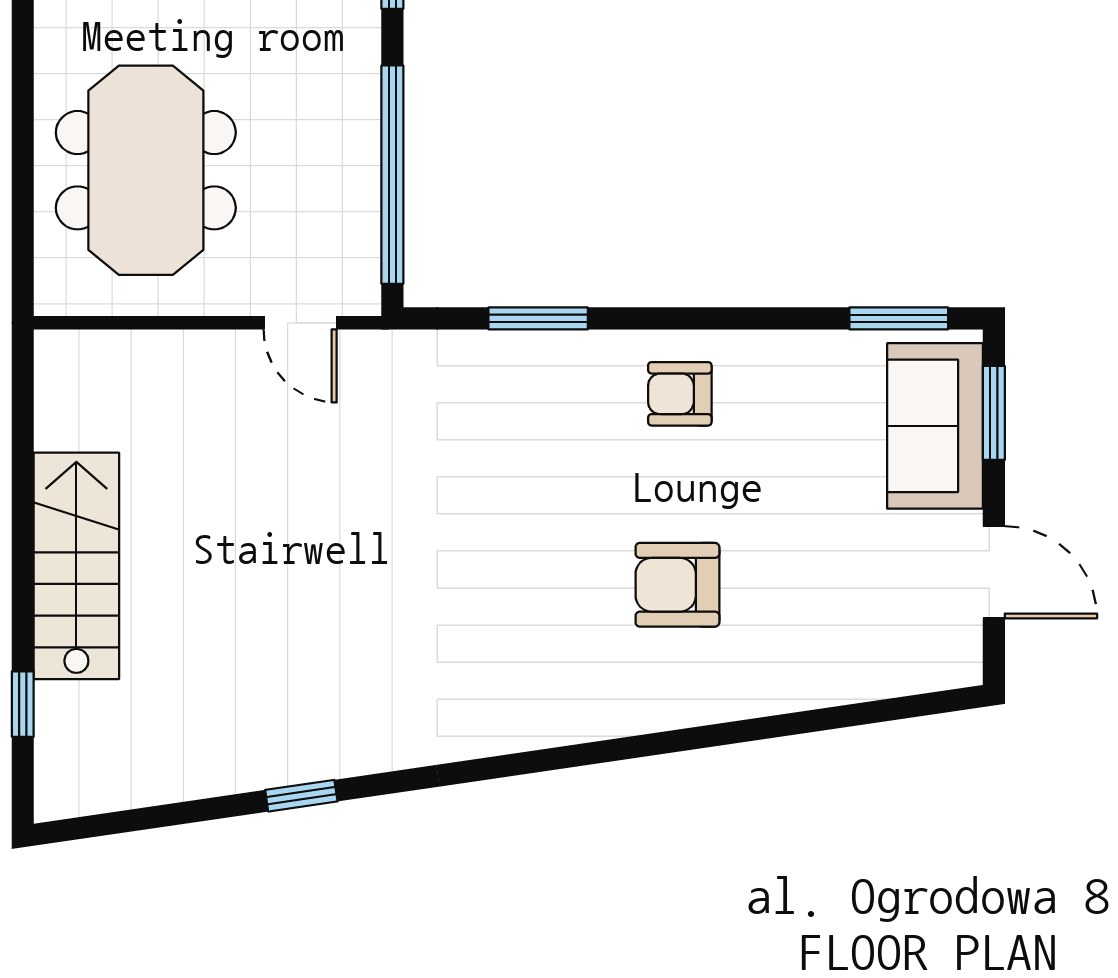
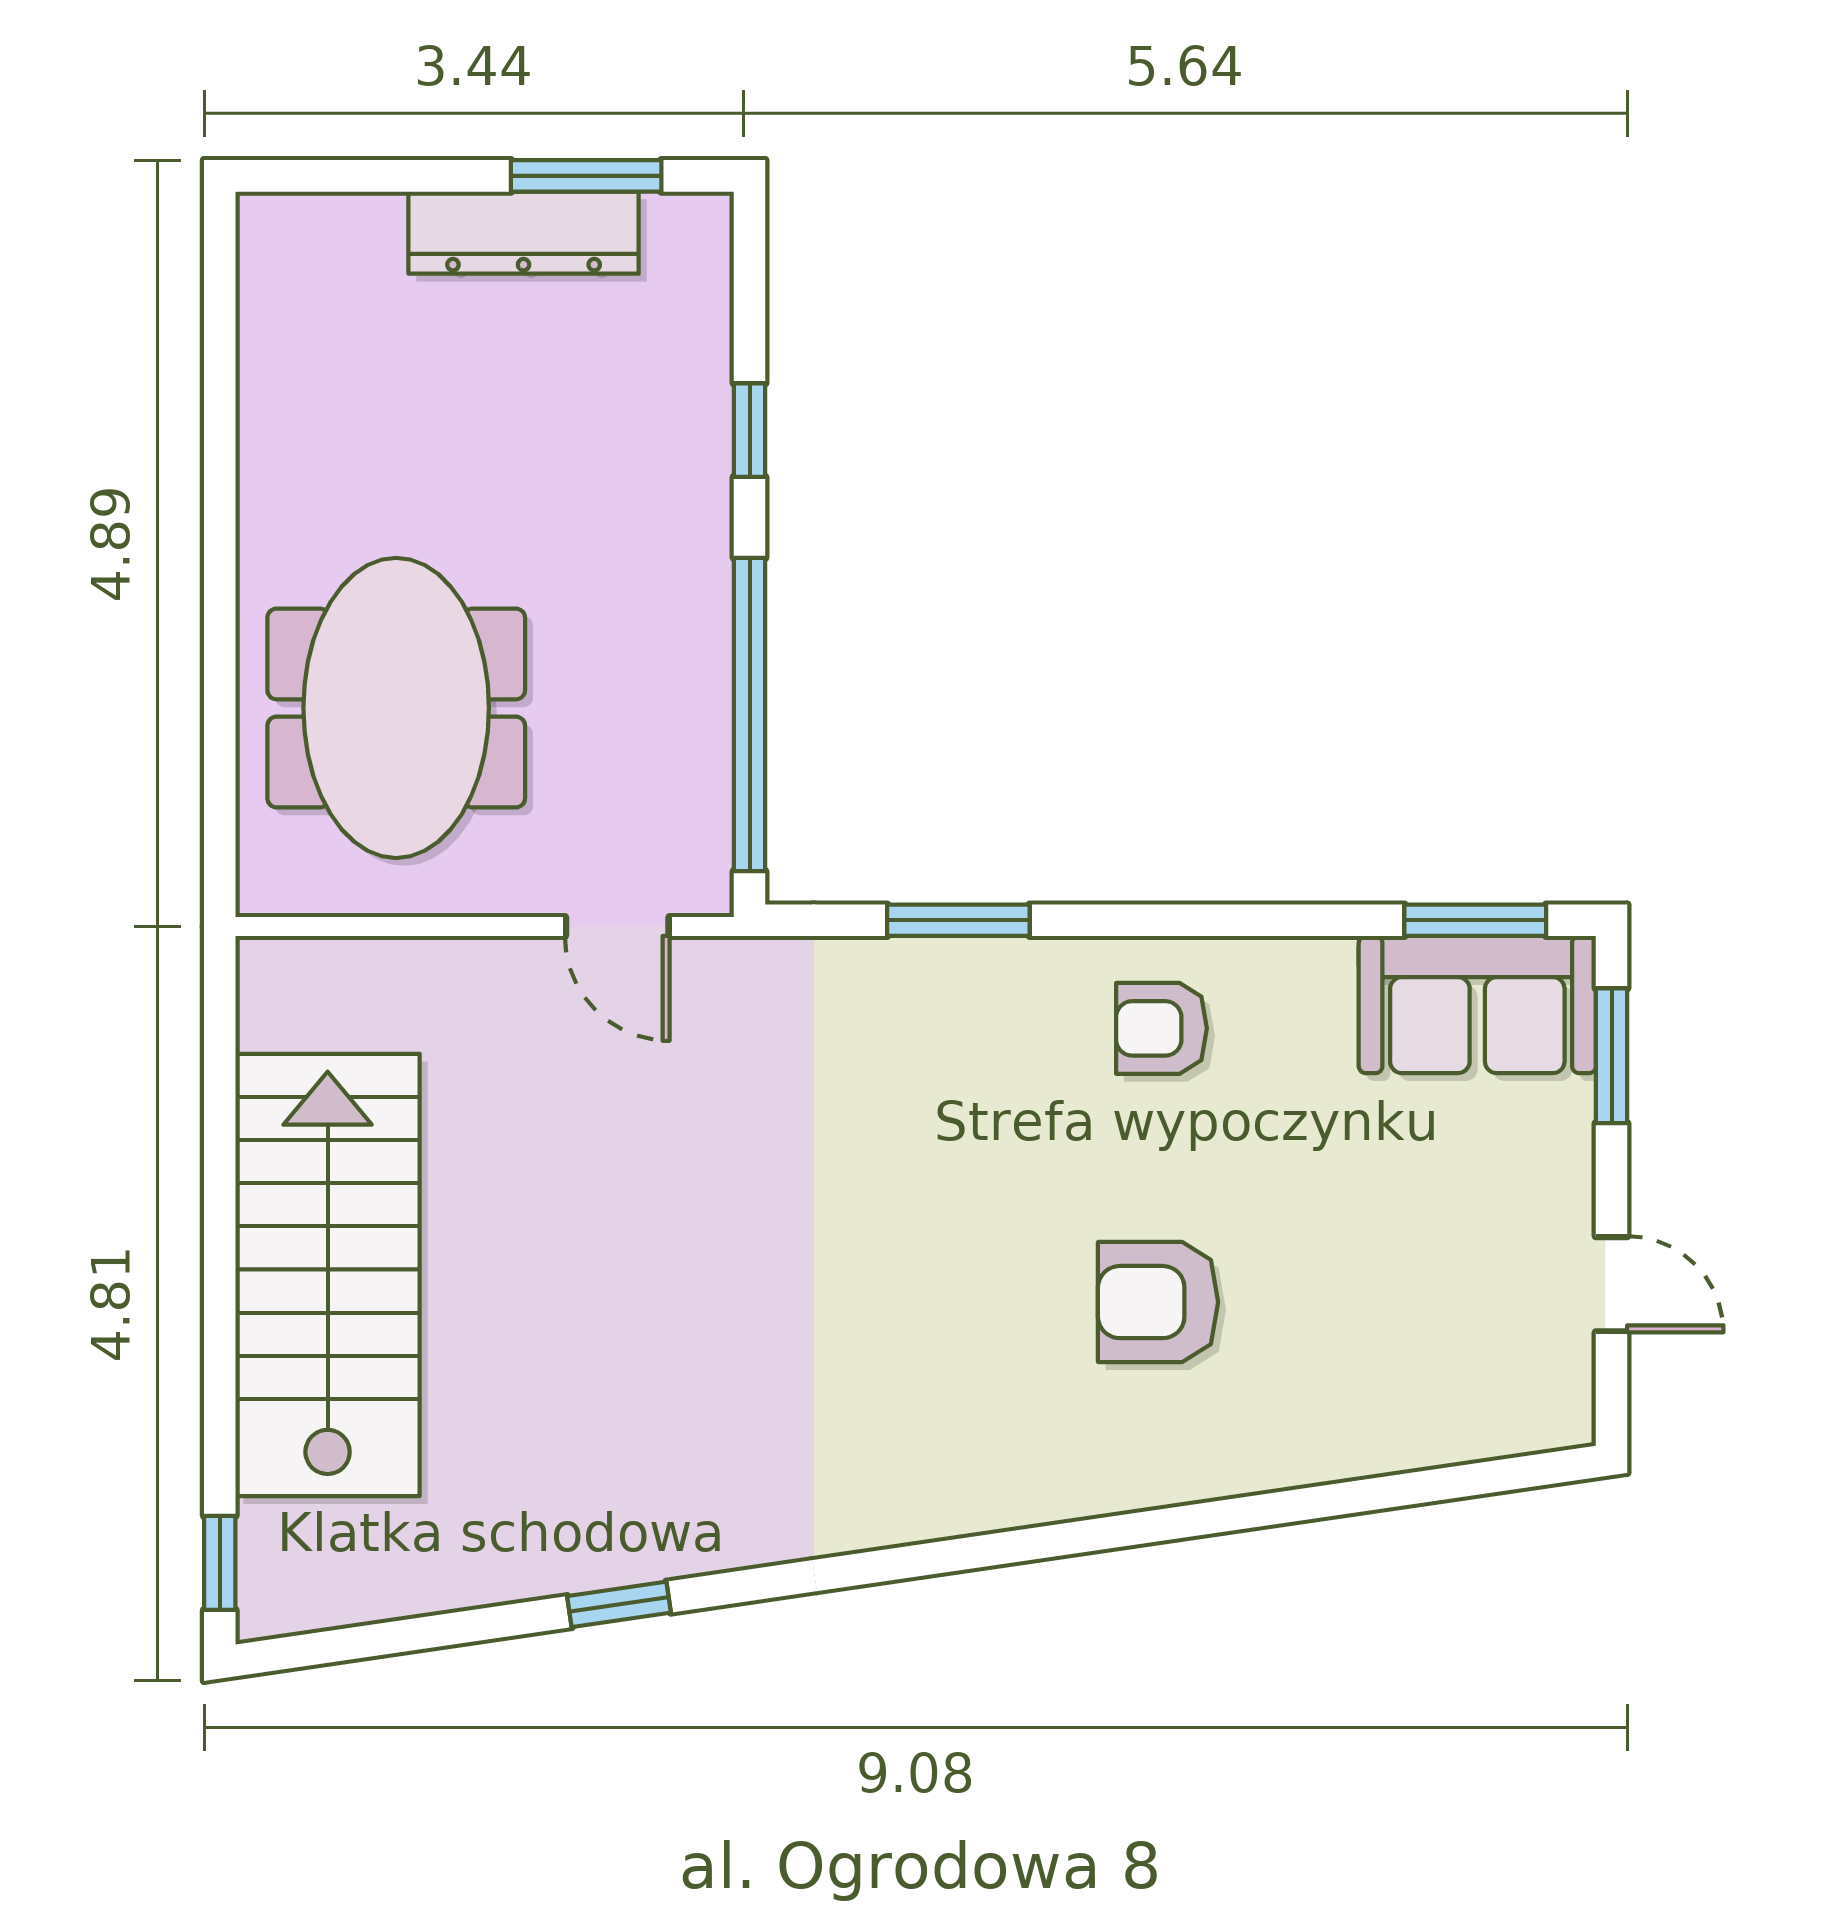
sofa: (935, 426) -> (1477, 1005), moved, turned -90
stairs: (76, 566) -> (328, 1275), width x1.36, depth x1.51
door: (994, 572) -> (1612, 1284), width x0.73
window: (23, 704) -> (220, 1563), moved

